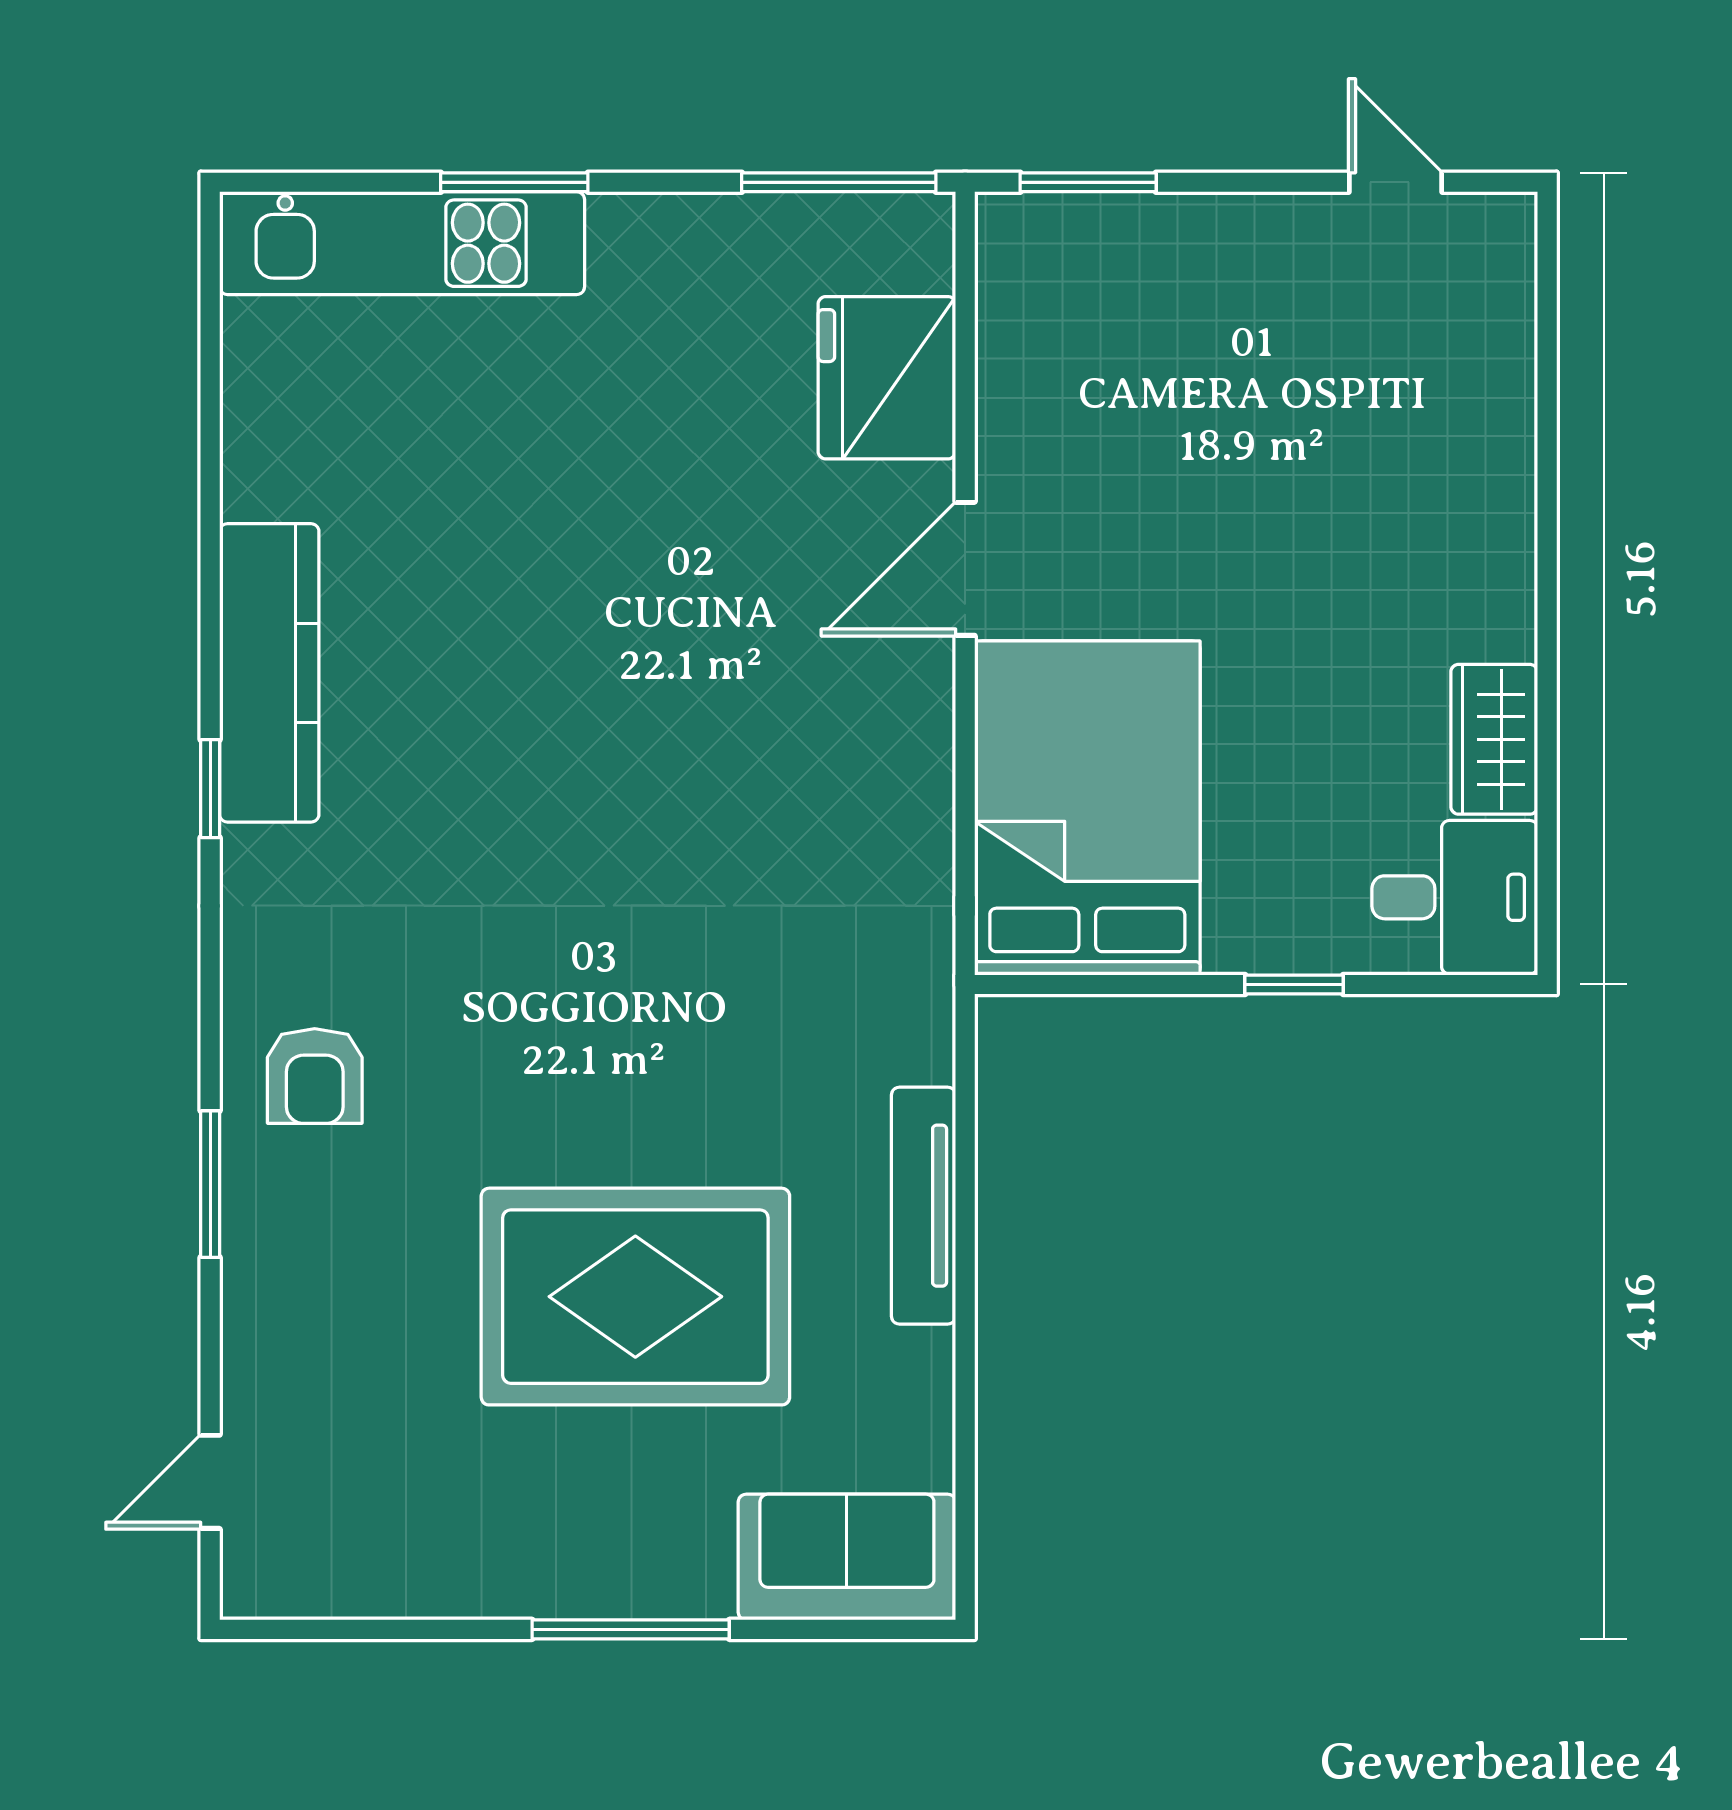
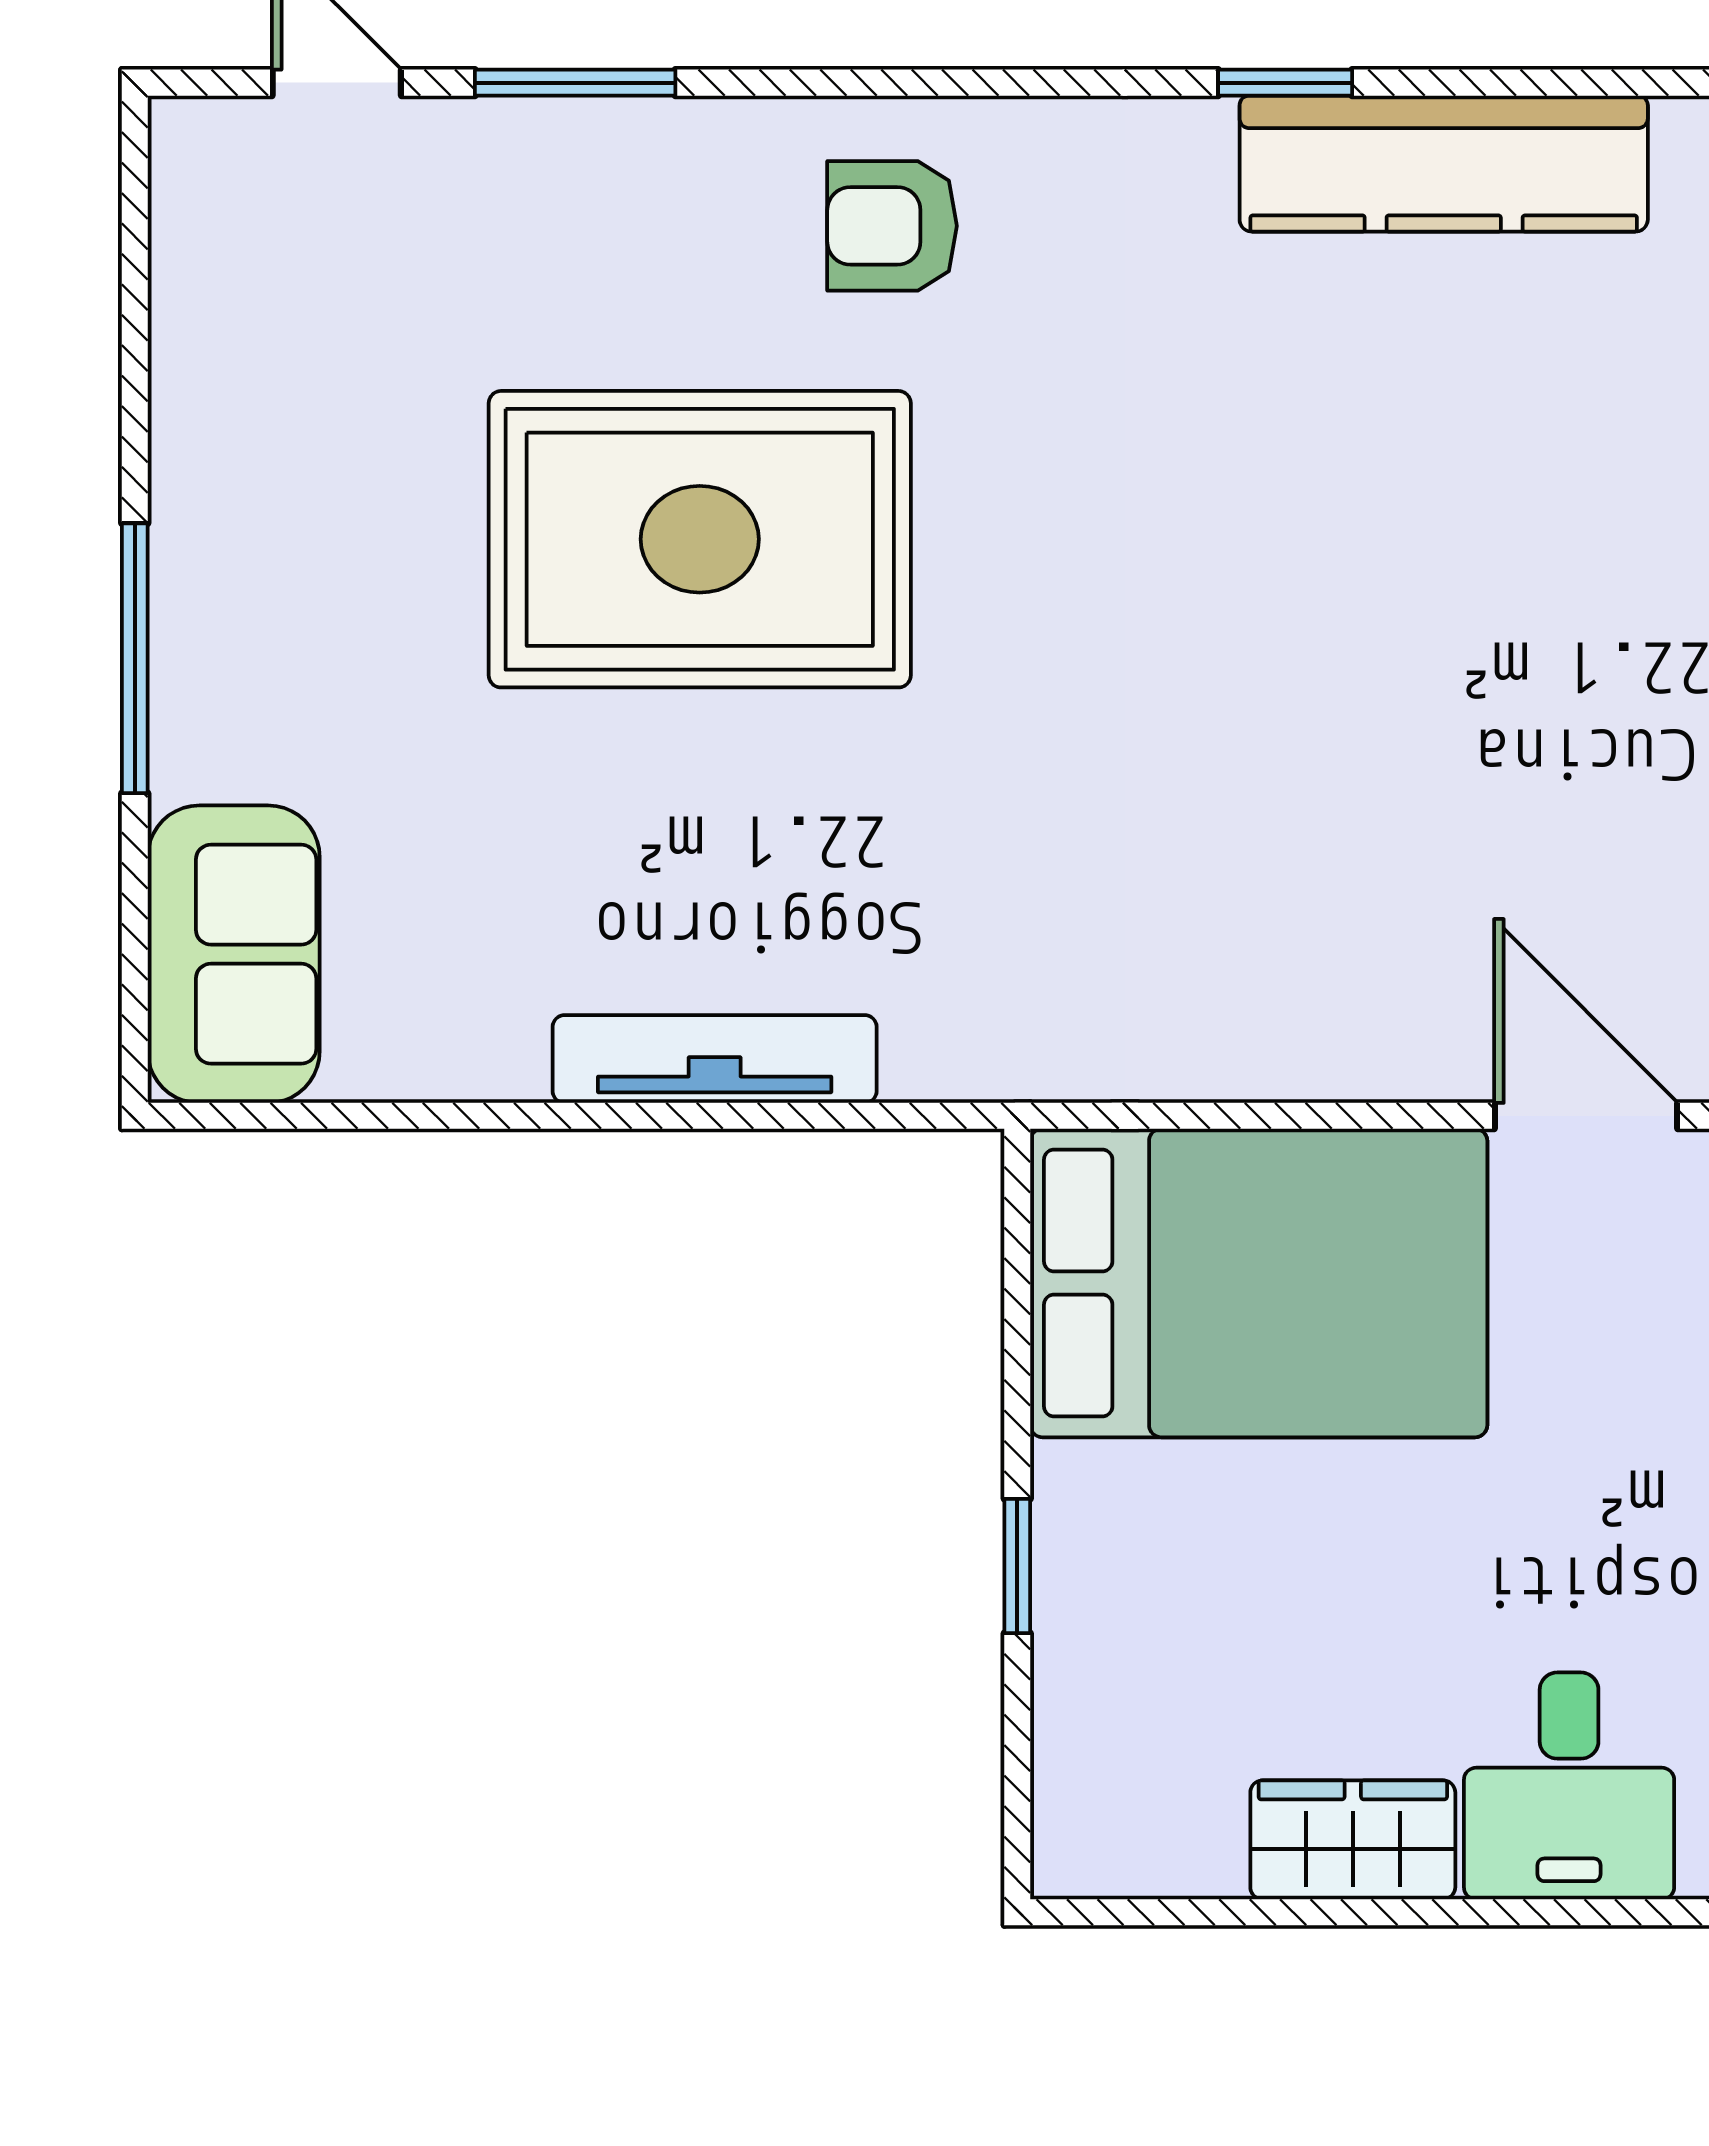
desk: (1455, 897) -> (1569, 1786), moved
window: (210, 1184) -> (575, 83), moved
rug: (635, 1297) -> (700, 539), moved, turned 90

